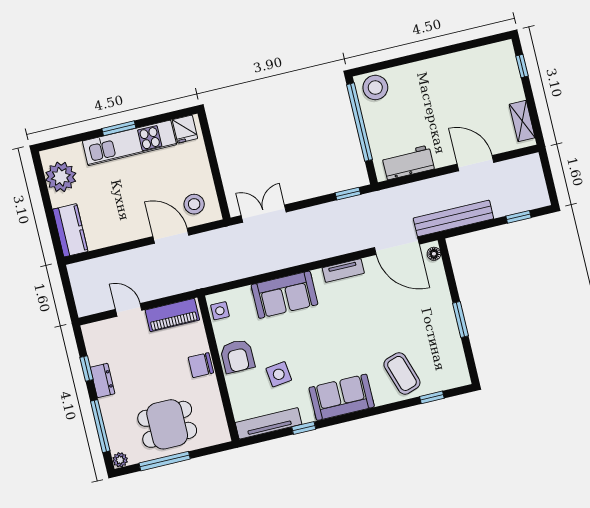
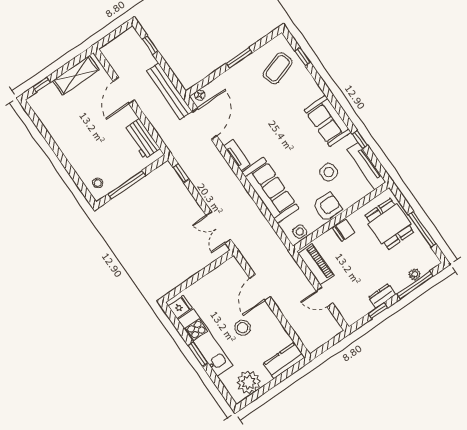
stool: (375, 88) -> (98, 183), width x0.53, depth x0.53
shelving: (522, 121) -> (76, 75), width x1.50, depth x1.33
window: (359, 122) -> (127, 185), width x0.68
stool: (194, 204) -> (243, 328), moved
sofa: (284, 295) -> (270, 190), width x1.36
door: (129, 310) -> (324, 297), hinge flipped
chair: (201, 365) -> (344, 230), turned -90
coffee table: (402, 373) -> (278, 68), moved
dining table: (167, 424) -> (389, 224), moved
plant: (120, 460) -> (415, 274), moved

